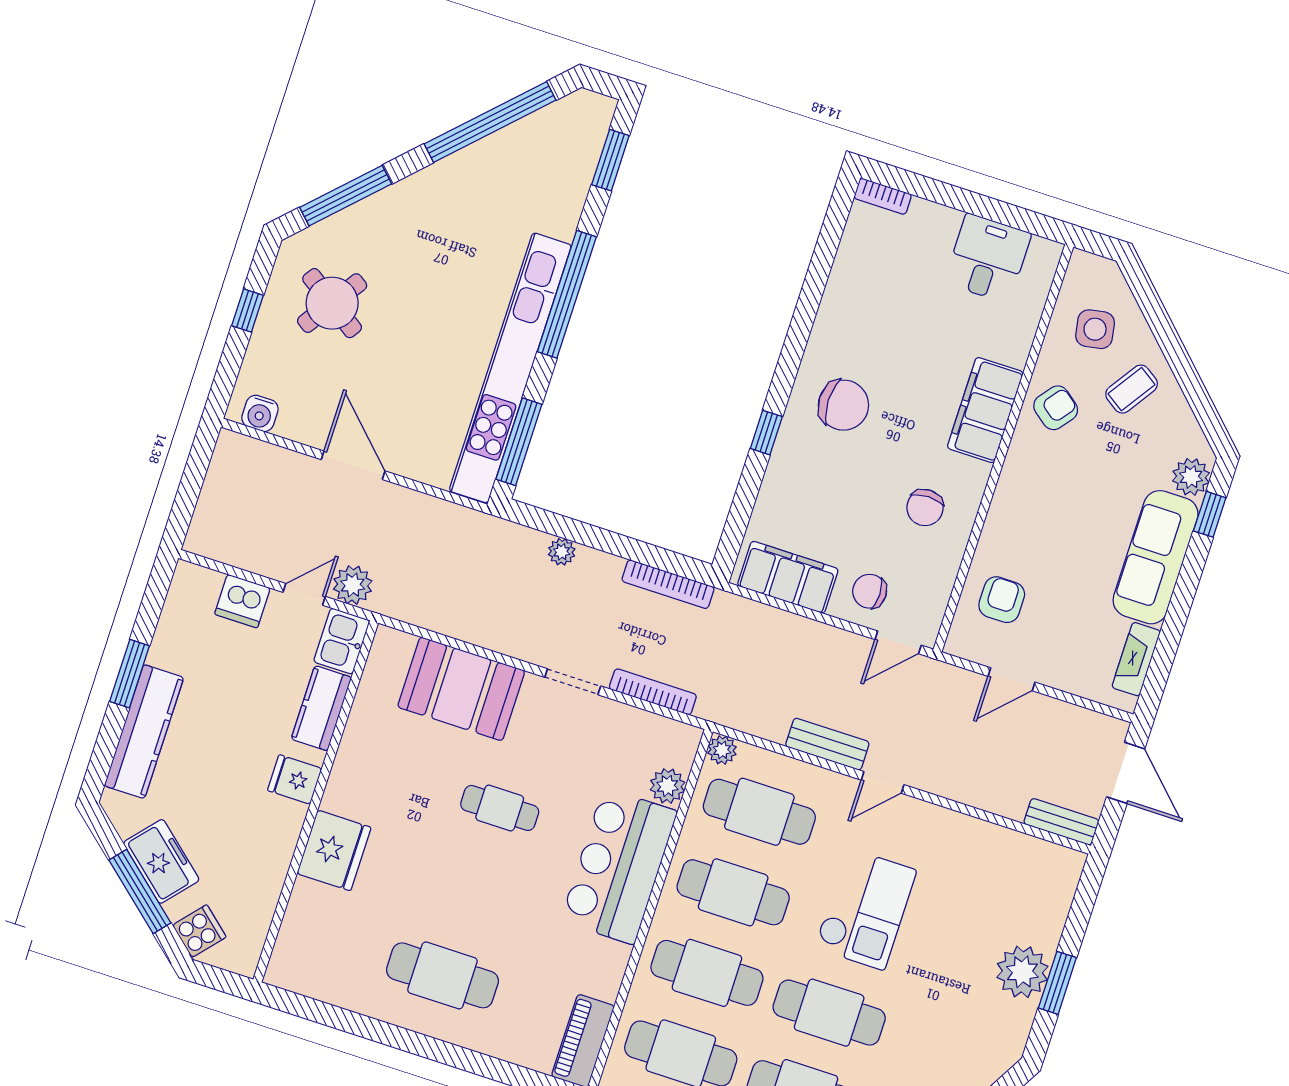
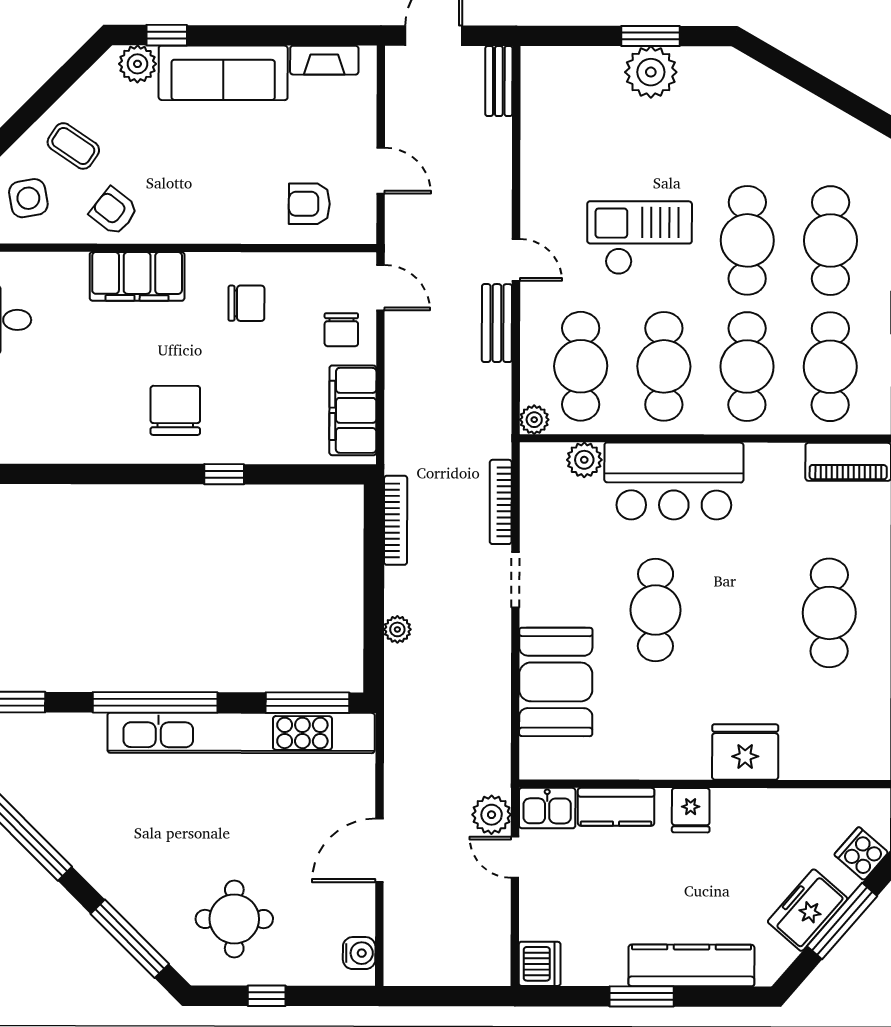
round table: (332, 303) -> (234, 919), turned -34
dishwasher: (242, 601) -> (540, 964), moved
cafe table: (500, 808) -> (655, 610), width x1.37, depth x1.35

